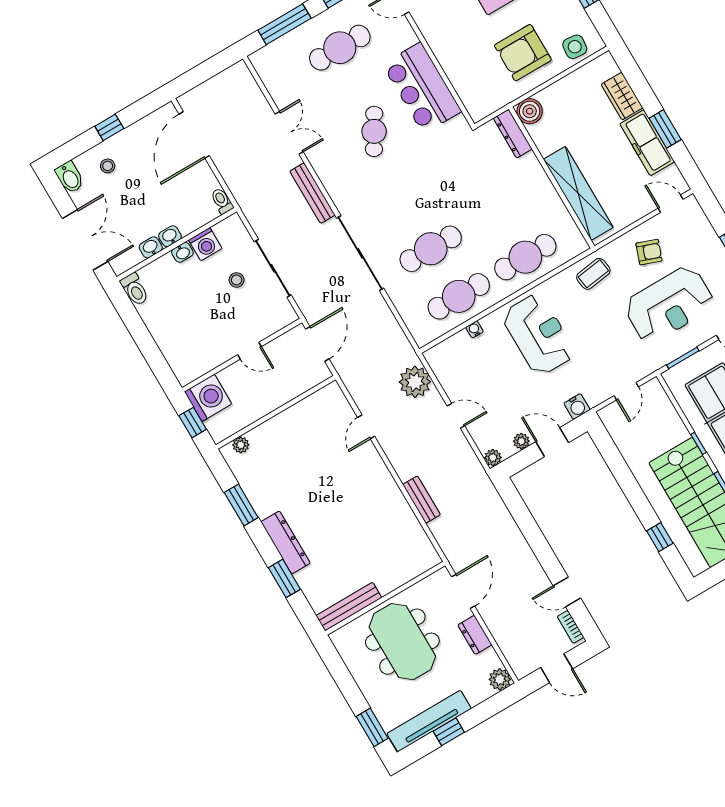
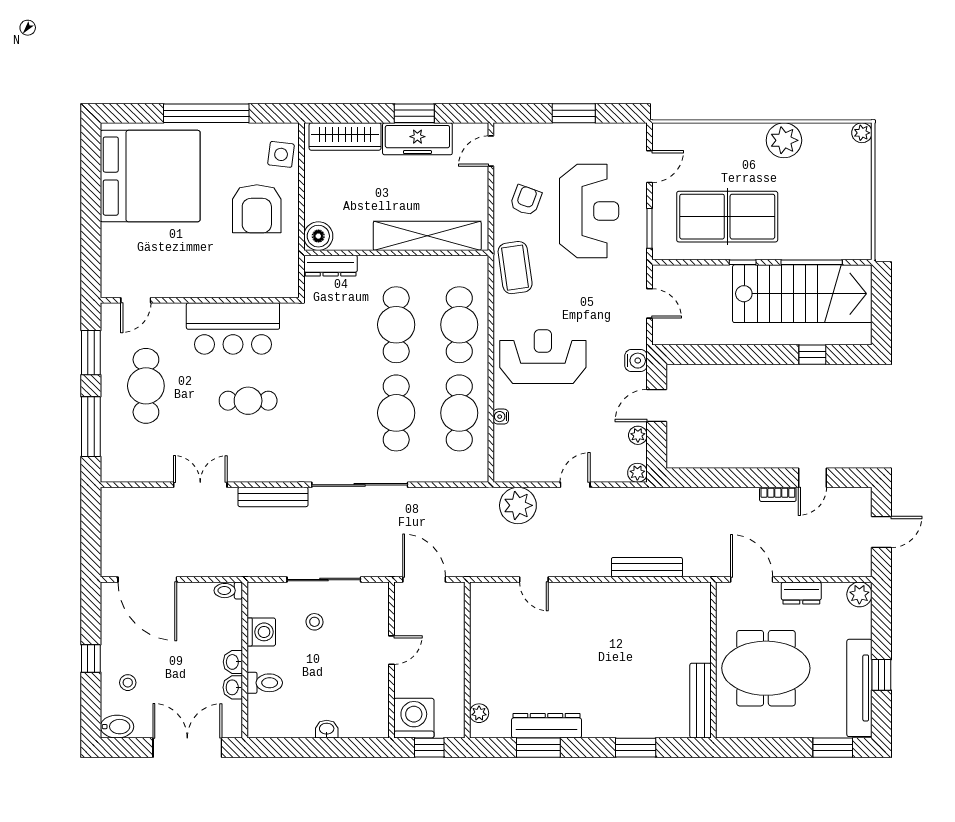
wardrobe: (622, 96) -> (345, 137), width x1.50
cafe table: (374, 131) -> (248, 401), turned -31
cafe table: (497, 209) -> (396, 325), added
washbasin: (182, 252) -> (327, 729), moved, turned -90
coffee table: (593, 274) -> (515, 268), width x1.36, depth x1.30
toilet: (135, 289) -> (265, 683), moved
bench: (422, 500) -> (647, 567), width x1.36
dresser: (286, 542) -> (546, 726), moved
bookcase: (571, 627) -> (778, 494), moved

